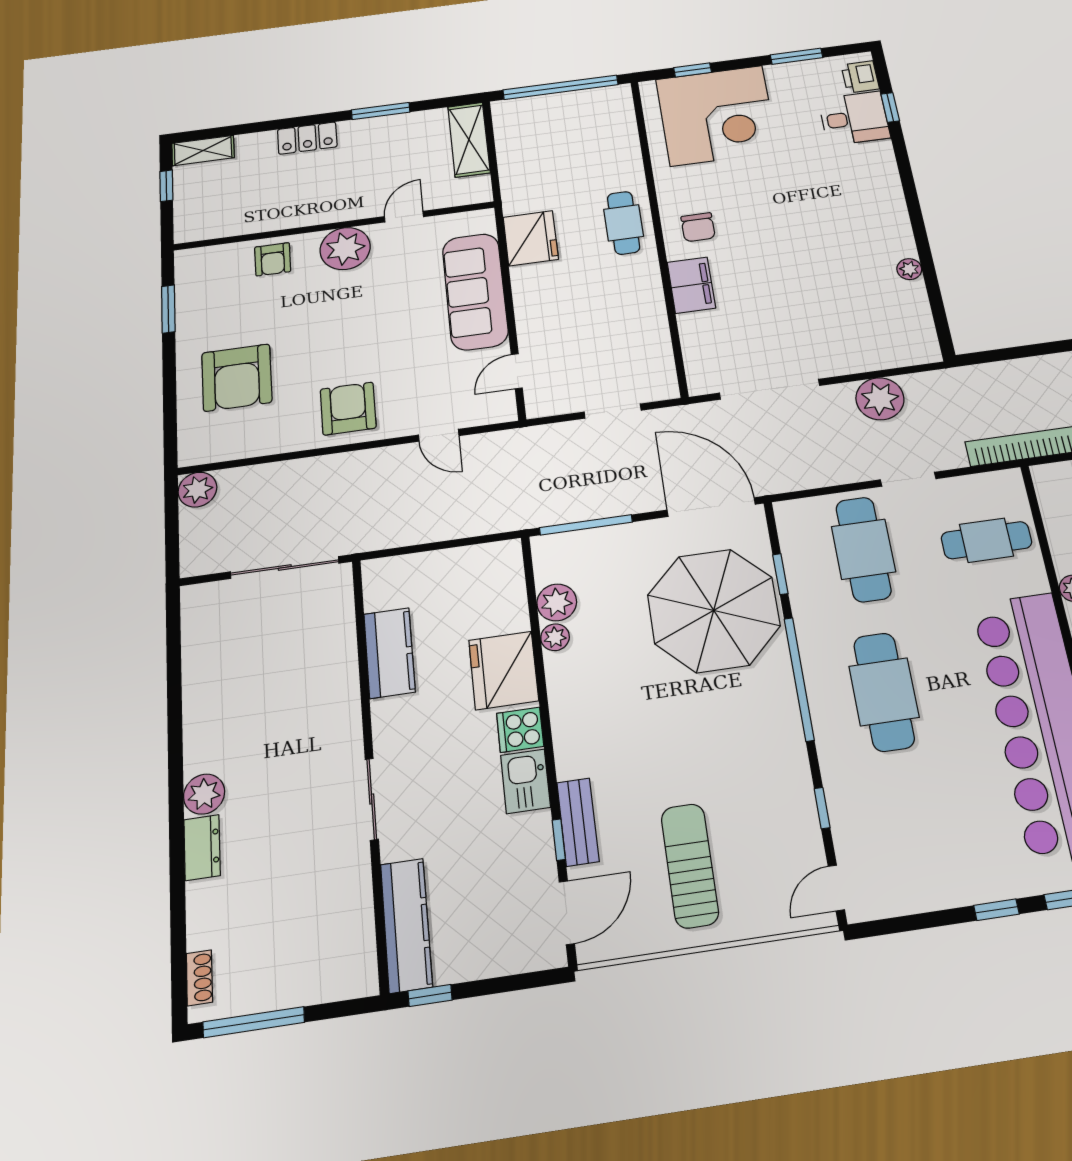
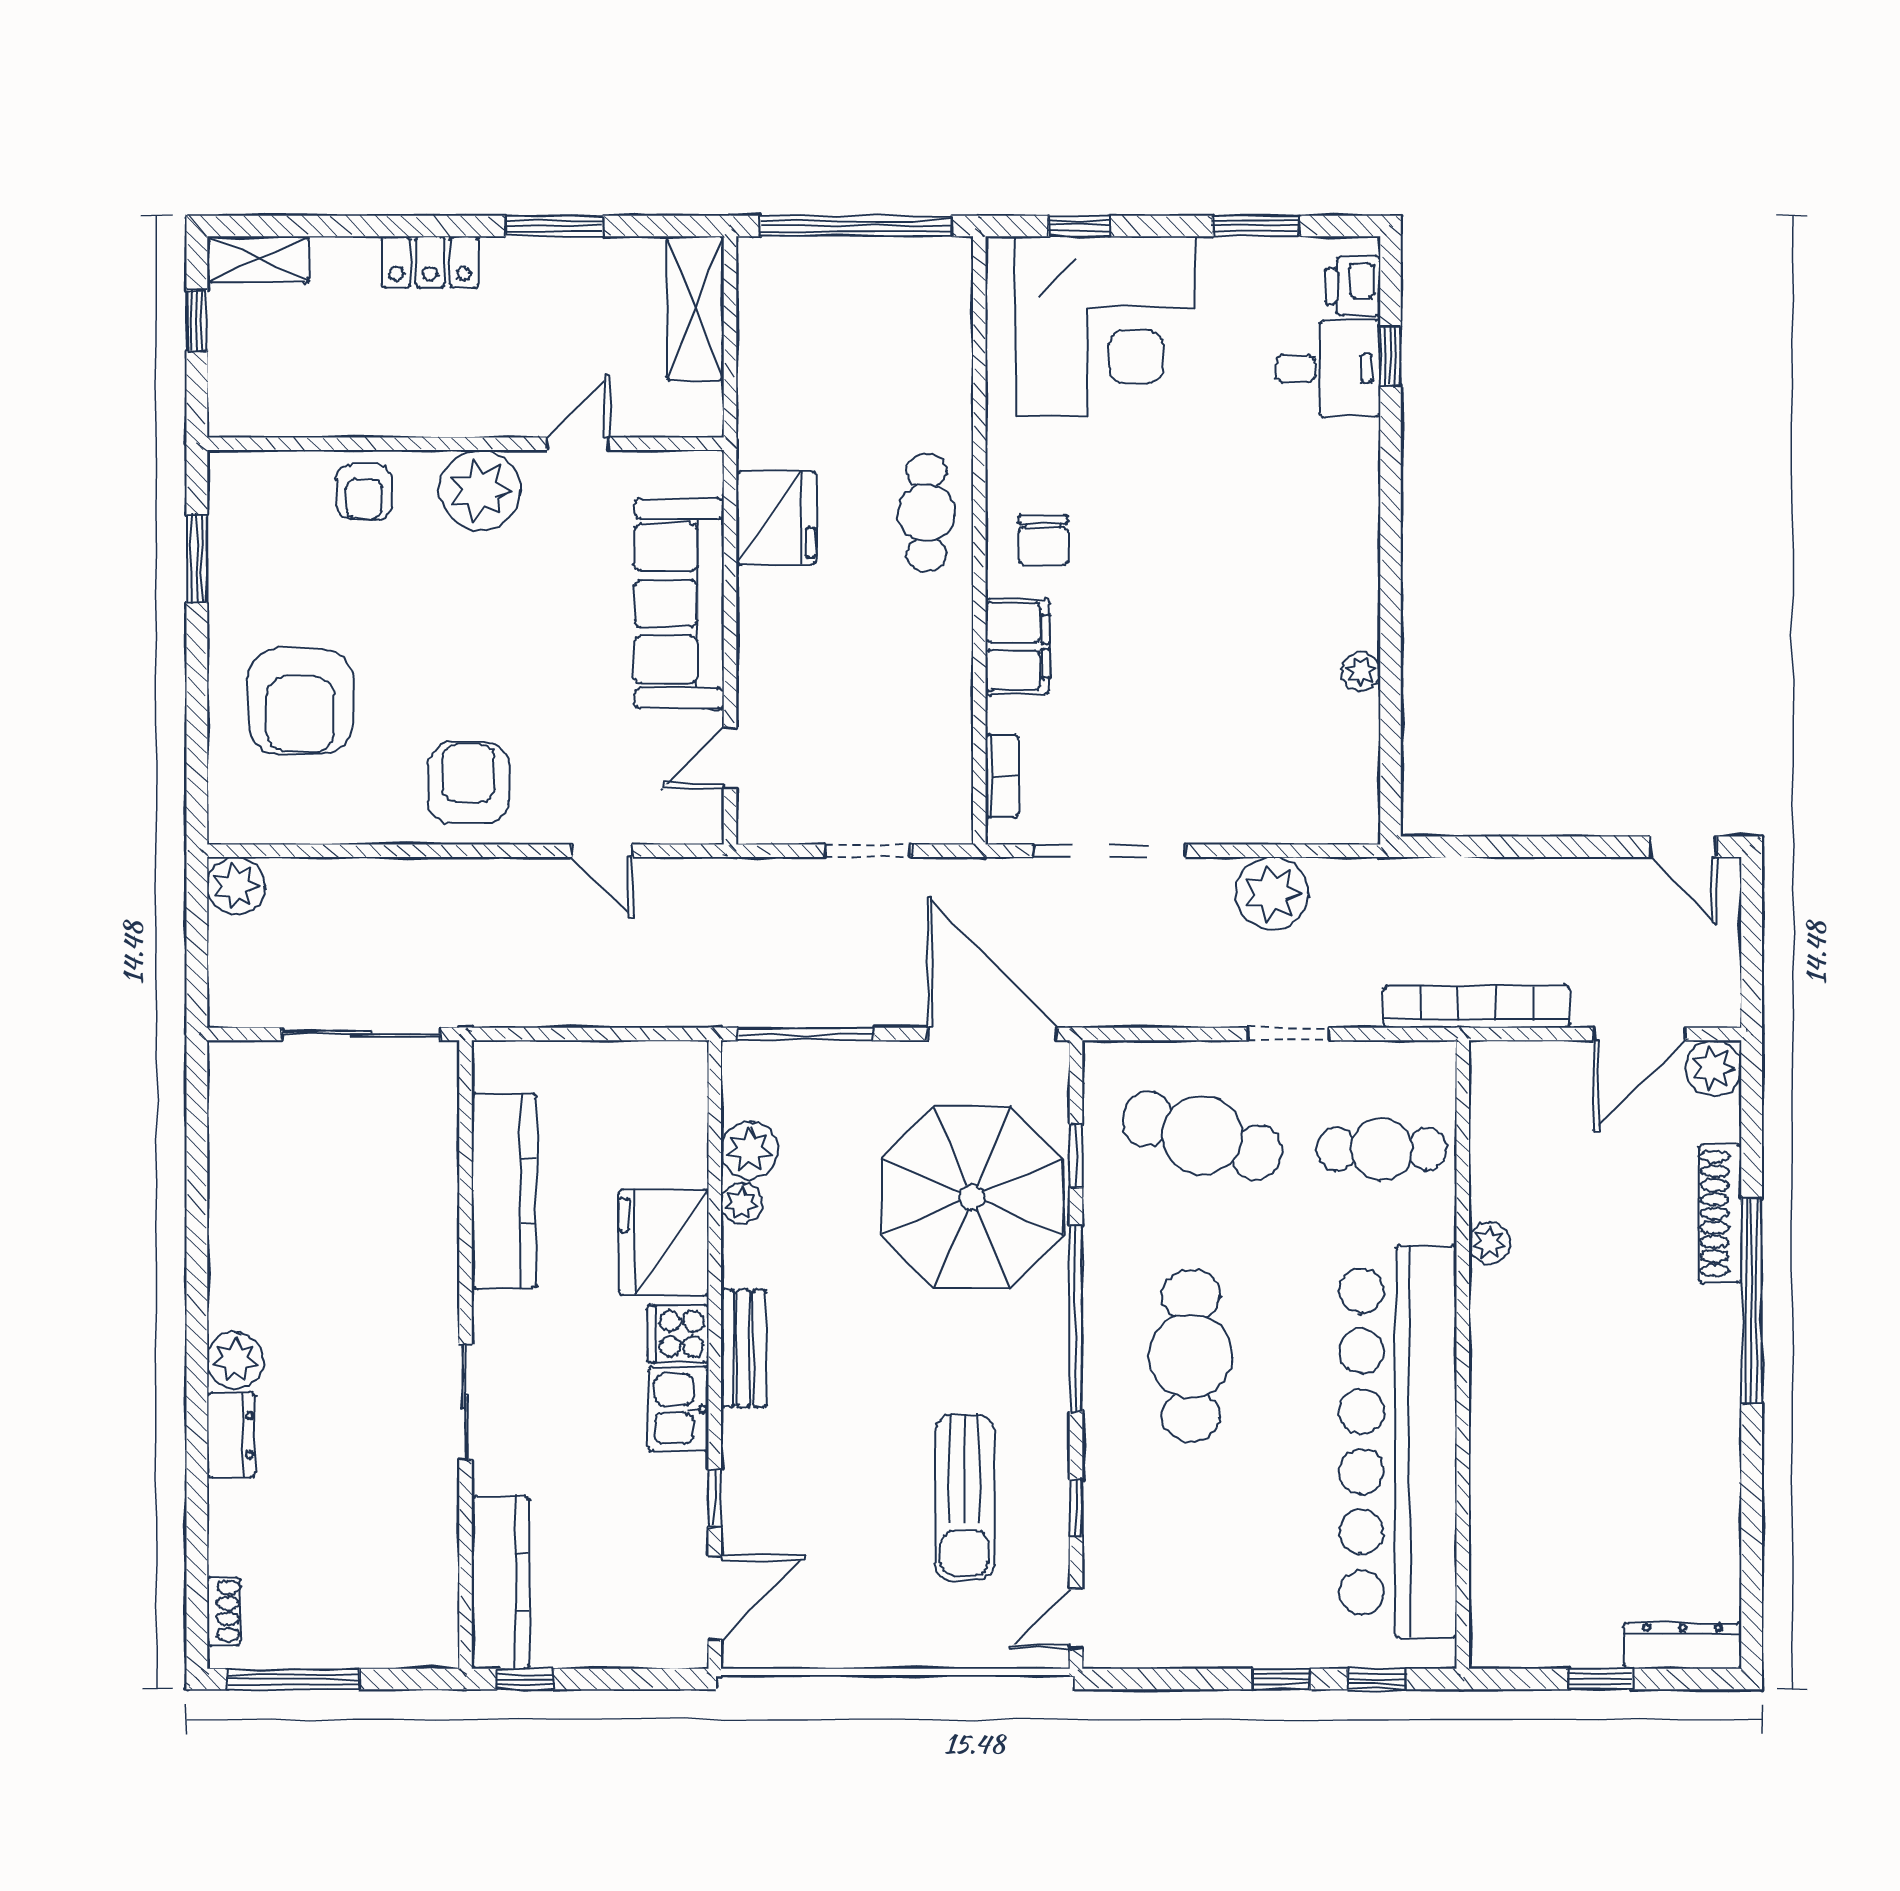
bookcase: (693, 357) -> (1002, 776), added
cafe table: (863, 549) -> (1202, 1136), turned -73
kitchen counter: (389, 653) -> (504, 1191), width x1.50
bench: (578, 822) -> (743, 1348), moved
sun lounger: (690, 865) -> (965, 1497), moved, turned 180

